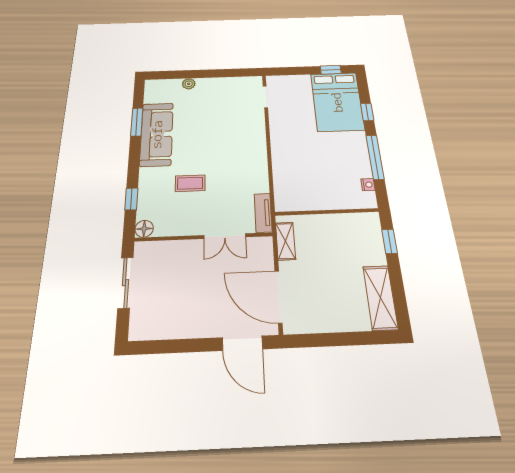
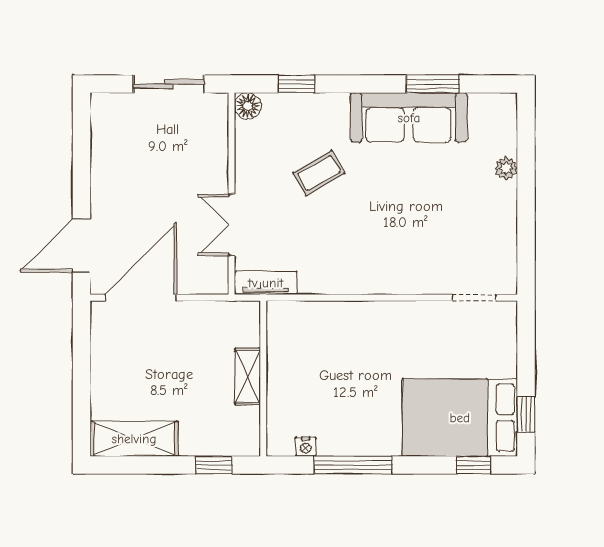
window: (367, 112) -> (473, 465), moved
coffee table: (190, 183) -> (319, 173), turned 60
shelving: (285, 241) -> (248, 376), moved, turned 90

